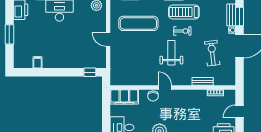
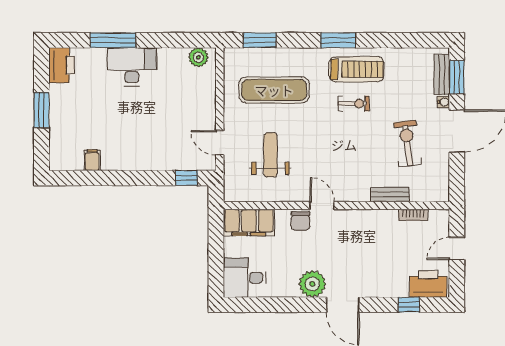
treadmill: (184, 12) -> (356, 69), turned 180
door: (108, 39) -> (220, 143), moved
weight bench: (171, 53) -> (270, 155), moved

